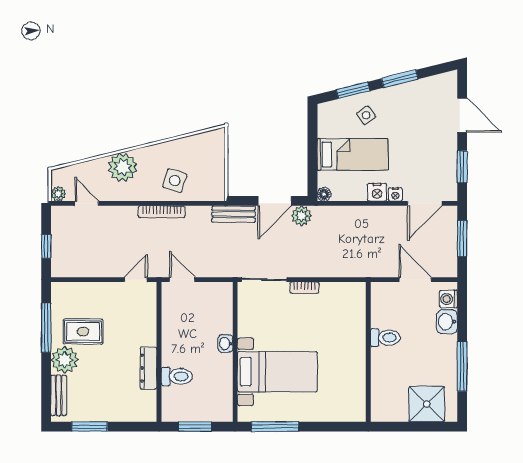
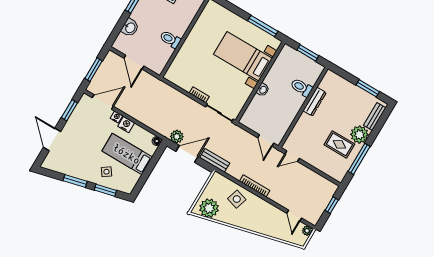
plant: (123, 167) -> (209, 208), moved
washing machine: (448, 299) -> (122, 40), removed

